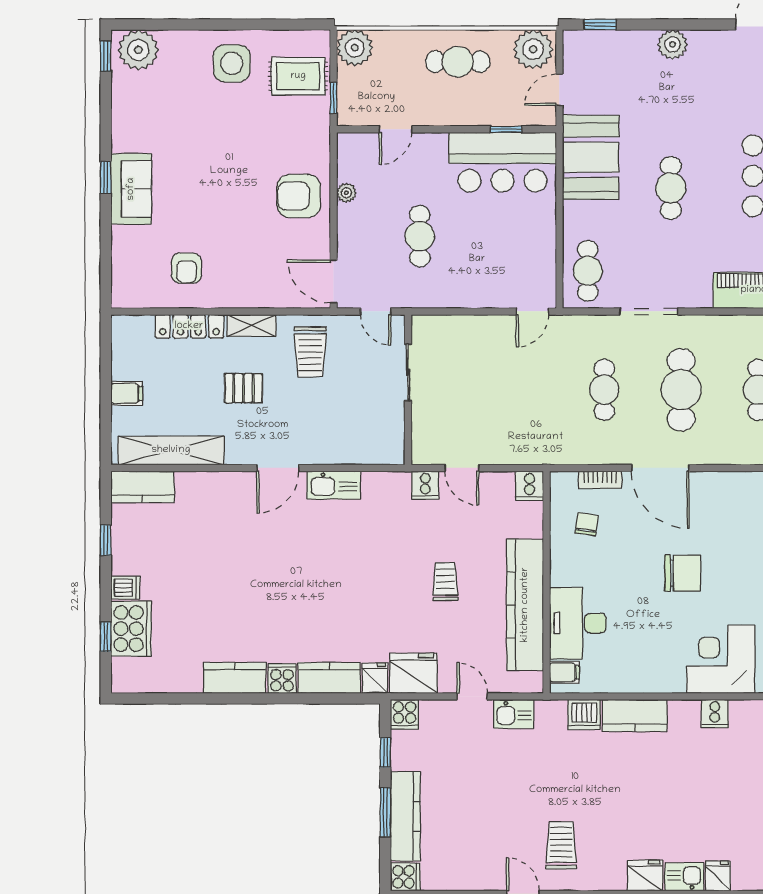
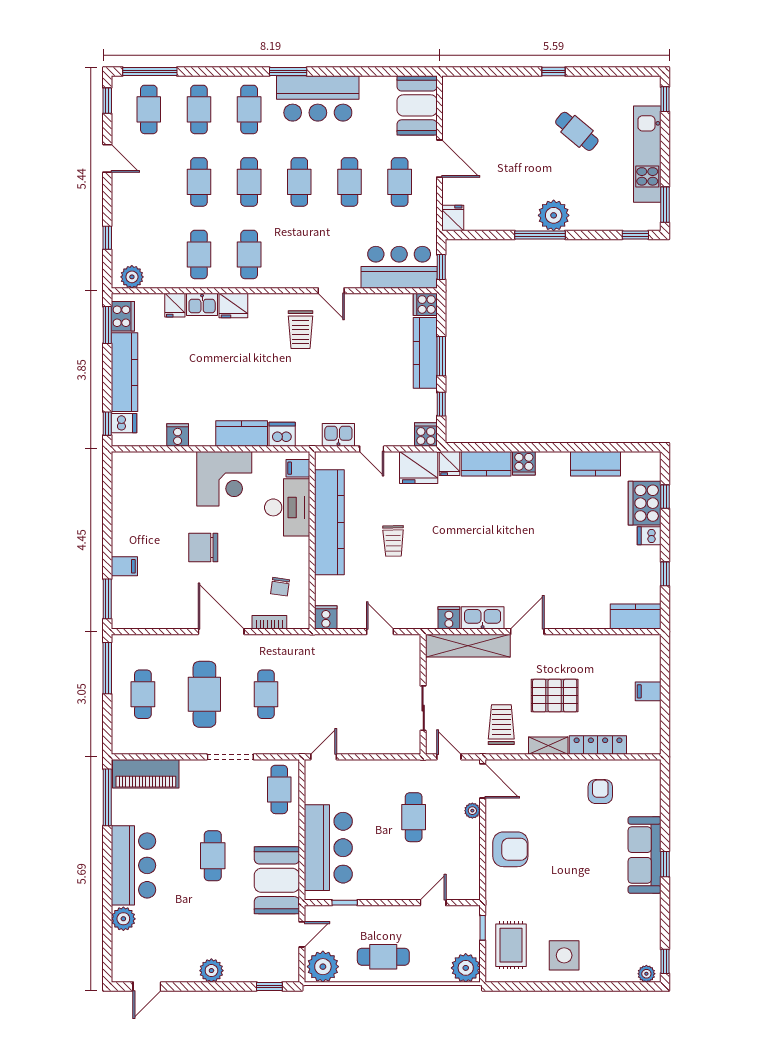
plant: (138, 50) -> (646, 974), width x0.53, depth x0.53
rug: (298, 76) -> (511, 945), turned 90
bar counter: (502, 162) -> (328, 848), moved, turned 90
sofa: (131, 189) -> (645, 855), width x1.36
plant: (346, 193) -> (472, 811), moved
pallet: (243, 388) -> (555, 696), width x1.50, depth x1.42
shelving: (171, 450) -> (468, 646), moved
cooker: (425, 485) -> (449, 618), moved
corner desk: (721, 659) -> (224, 479), moved
kitchen counter: (235, 678) -> (595, 464), moved

